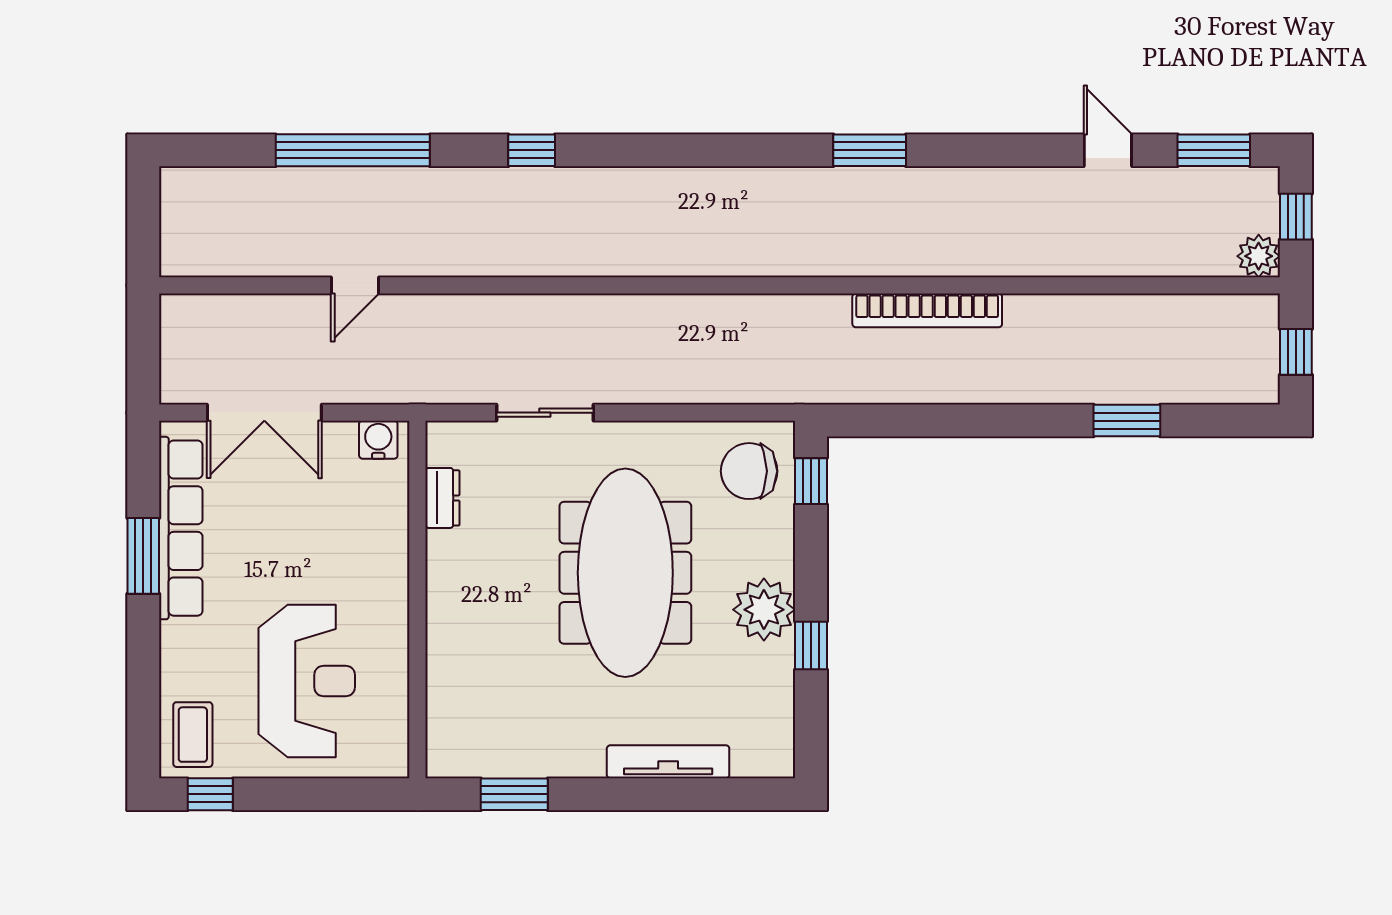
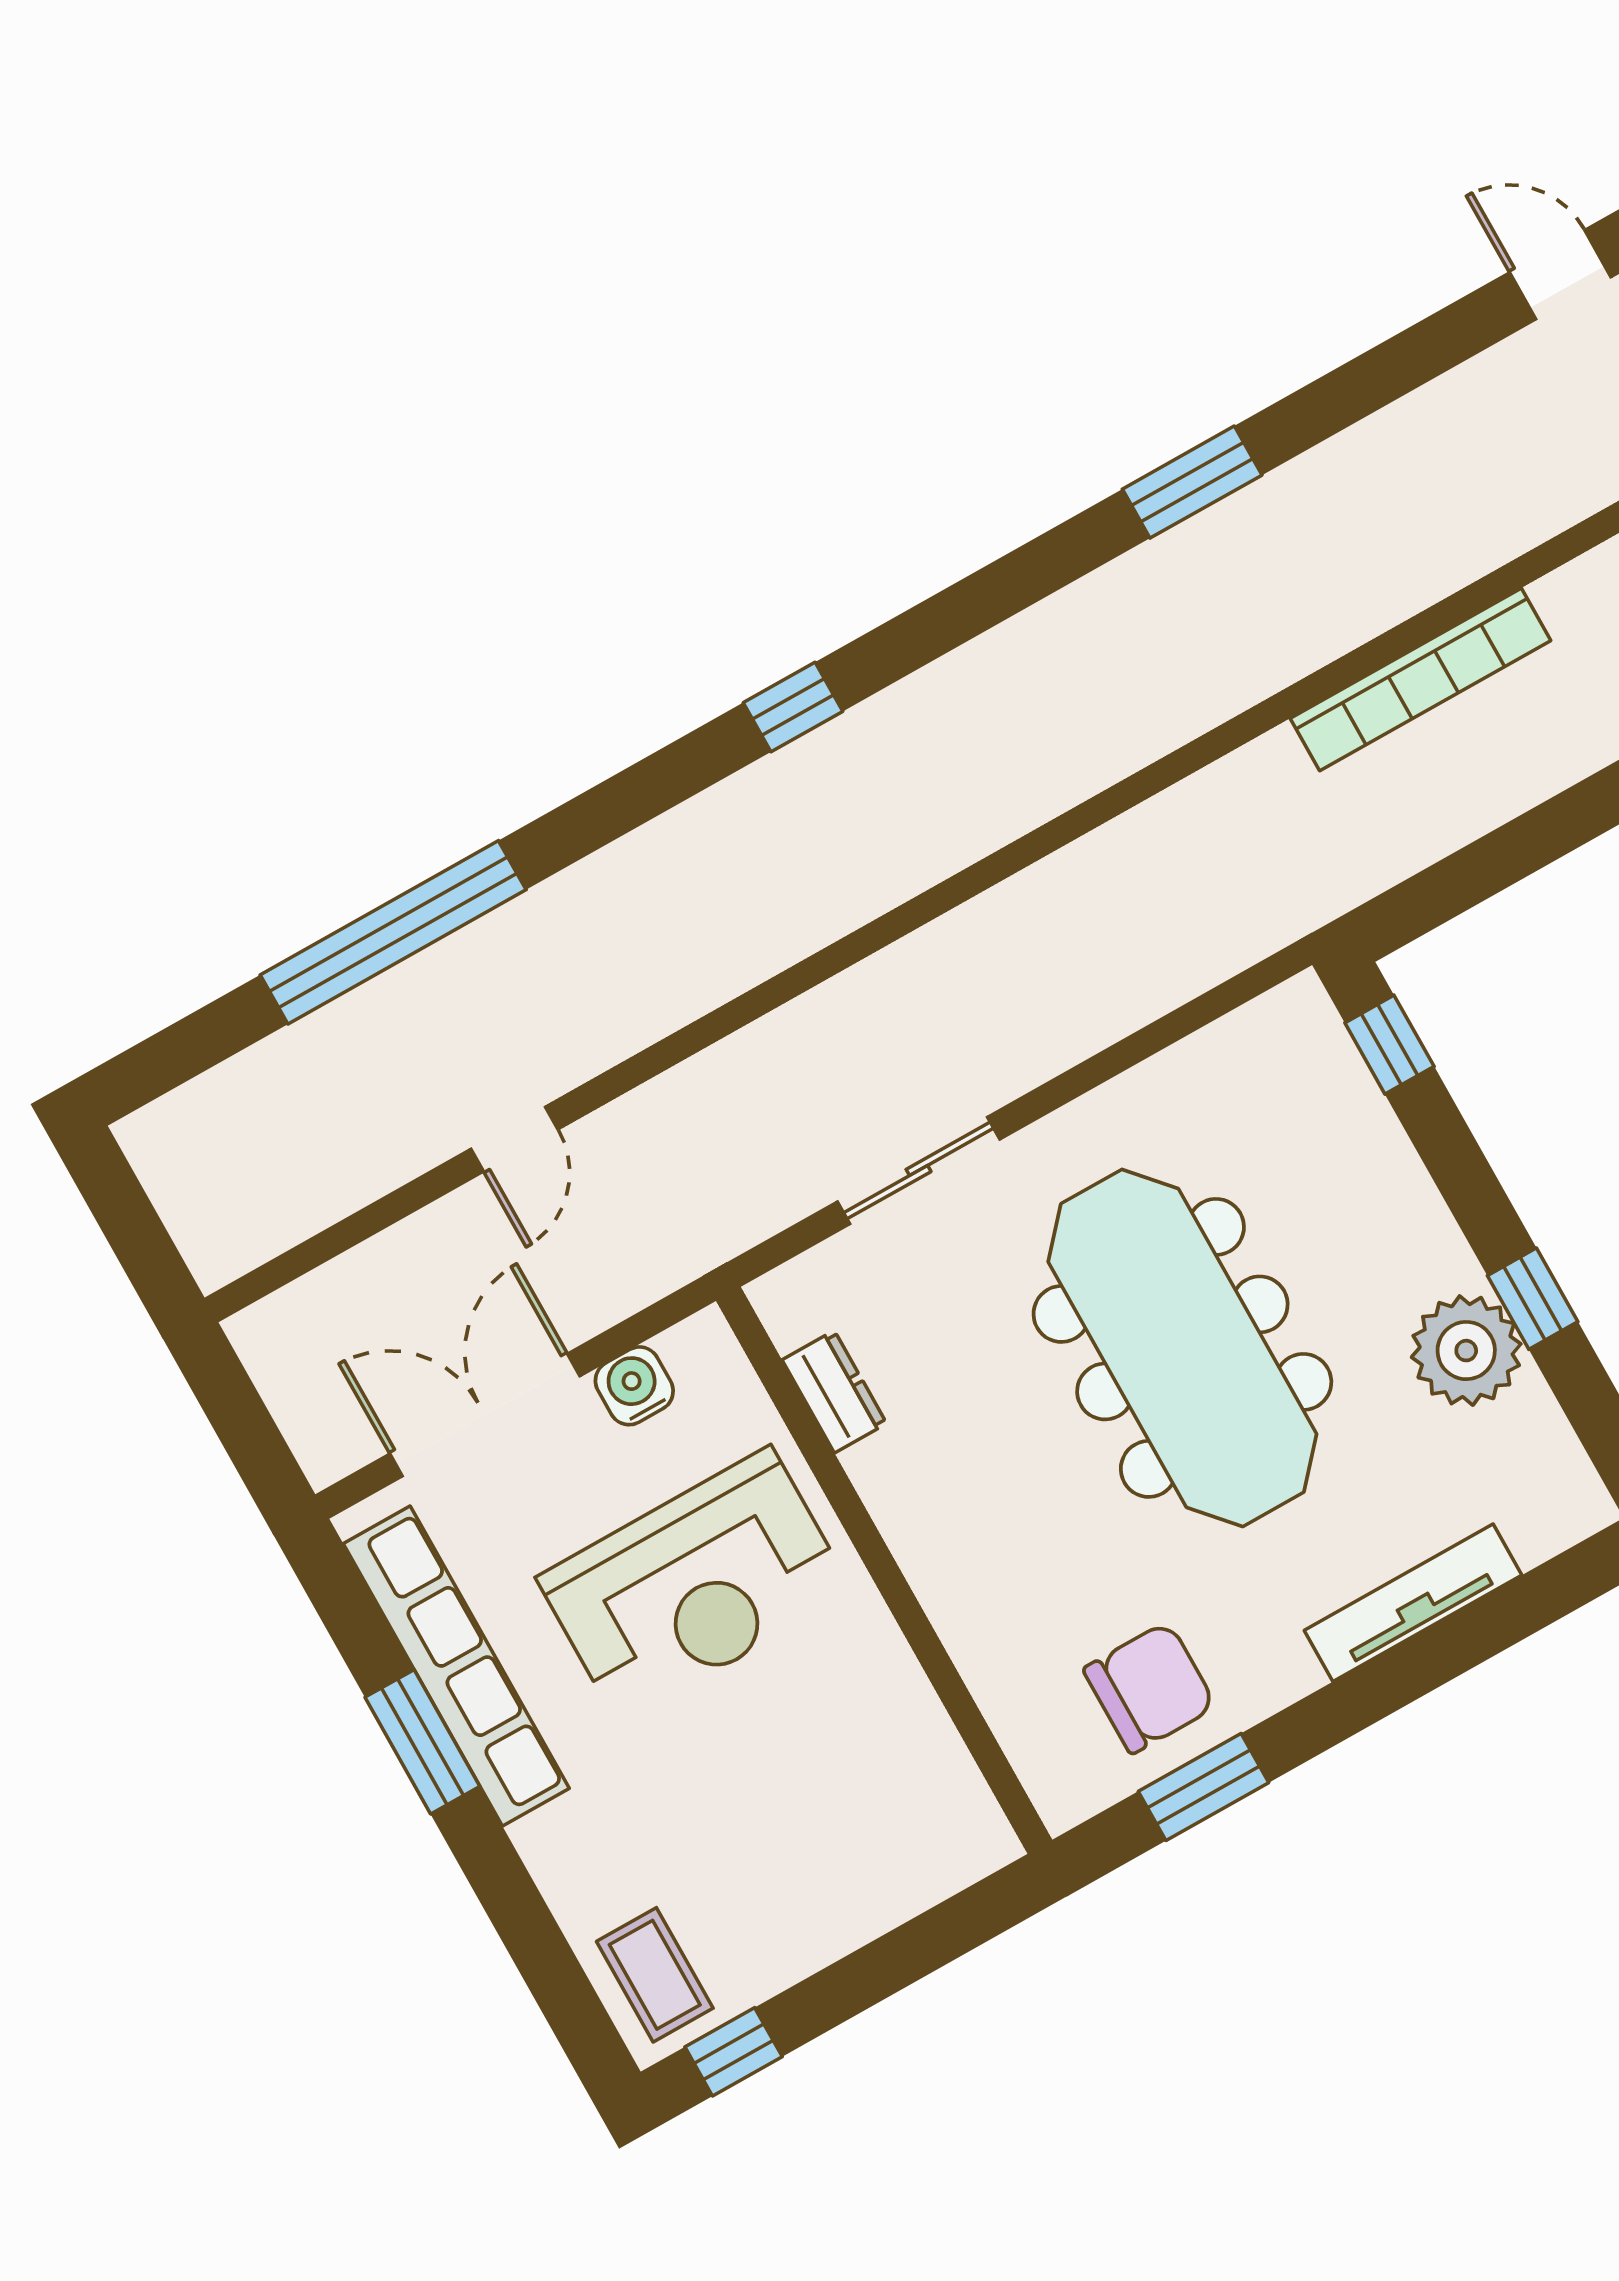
window: (532, 150) -> (793, 707), moved
double door: (264, 413) -> (485, 1415), swing flipped
water cooler: (378, 440) -> (634, 1386), moved
chair: (749, 471) -> (1150, 1688), moved, turned 180
plant: (764, 610) -> (1466, 1351), moved
reception desk: (307, 681) -> (695, 1585), moved, turned 90

